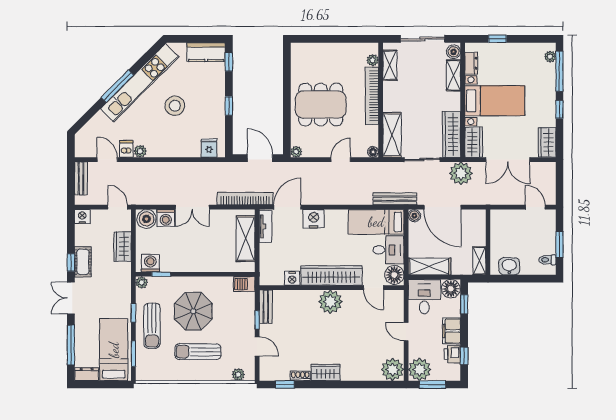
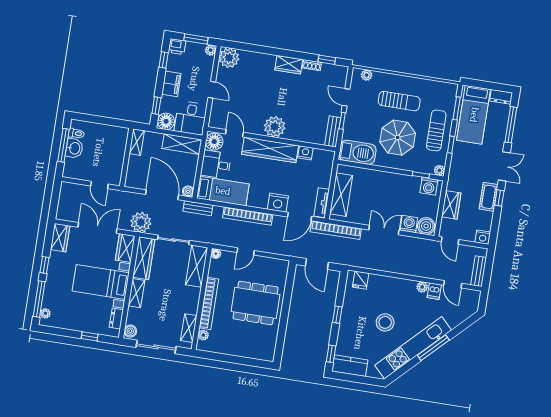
shelving: (453, 75) -> (136, 293), moved
plant: (296, 152) -> (284, 265), removed
bookcase: (344, 199) -> (248, 216), added
bench: (395, 199) -> (198, 208), width x0.73
door: (535, 207) -> (99, 185), moved
window: (559, 245) -> (63, 145), width x1.44
washbasin: (509, 266) -> (74, 148), moved, turned -90
barbecue: (244, 284) -> (357, 152), width x1.88, depth x1.53
printer: (452, 354) -> (177, 47), moved, turned 90
plant: (420, 369) -> (210, 50), width x0.53, depth x0.53

